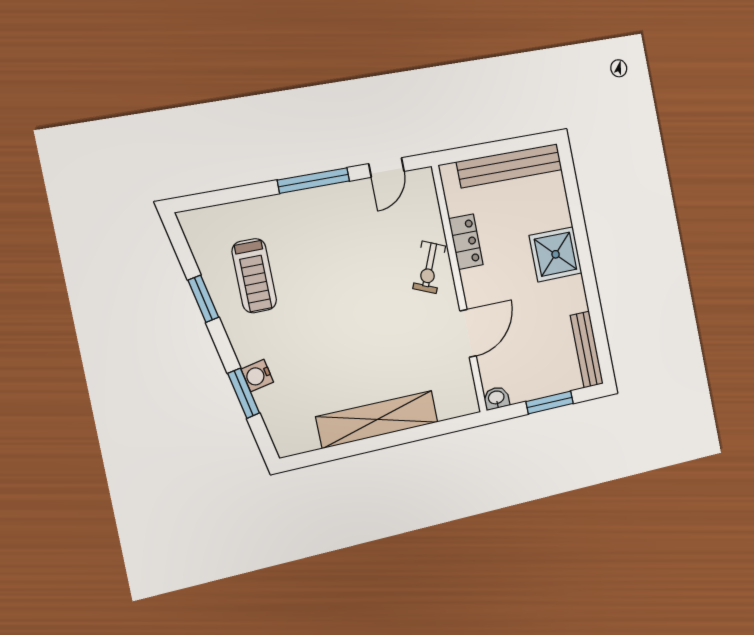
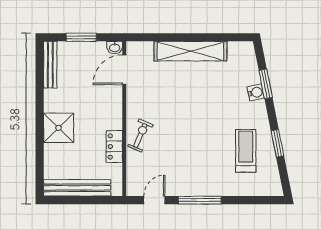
door: (468, 333) -> (124, 70), moved

